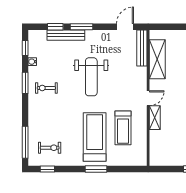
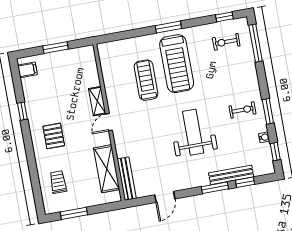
bench: (142, 48) -> (127, 179), moved
shelving: (157, 59) -> (107, 169), moved
door: (148, 98) -> (109, 122), moved
wall: (148, 98) -> (109, 122), moved
shelving: (155, 118) -> (97, 101), moved

